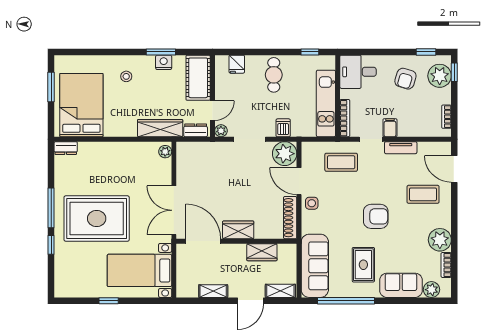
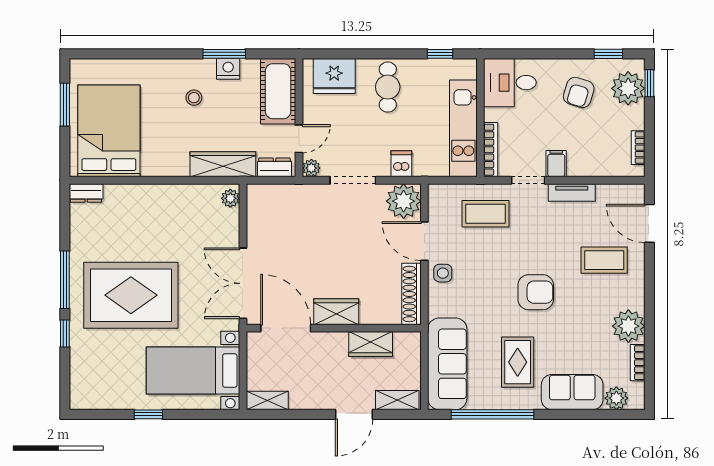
fridge: (237, 64) -> (334, 76), width x1.88, depth x1.34
stool: (126, 76) -> (194, 98), moved
shelving: (213, 291) -> (267, 400), moved

